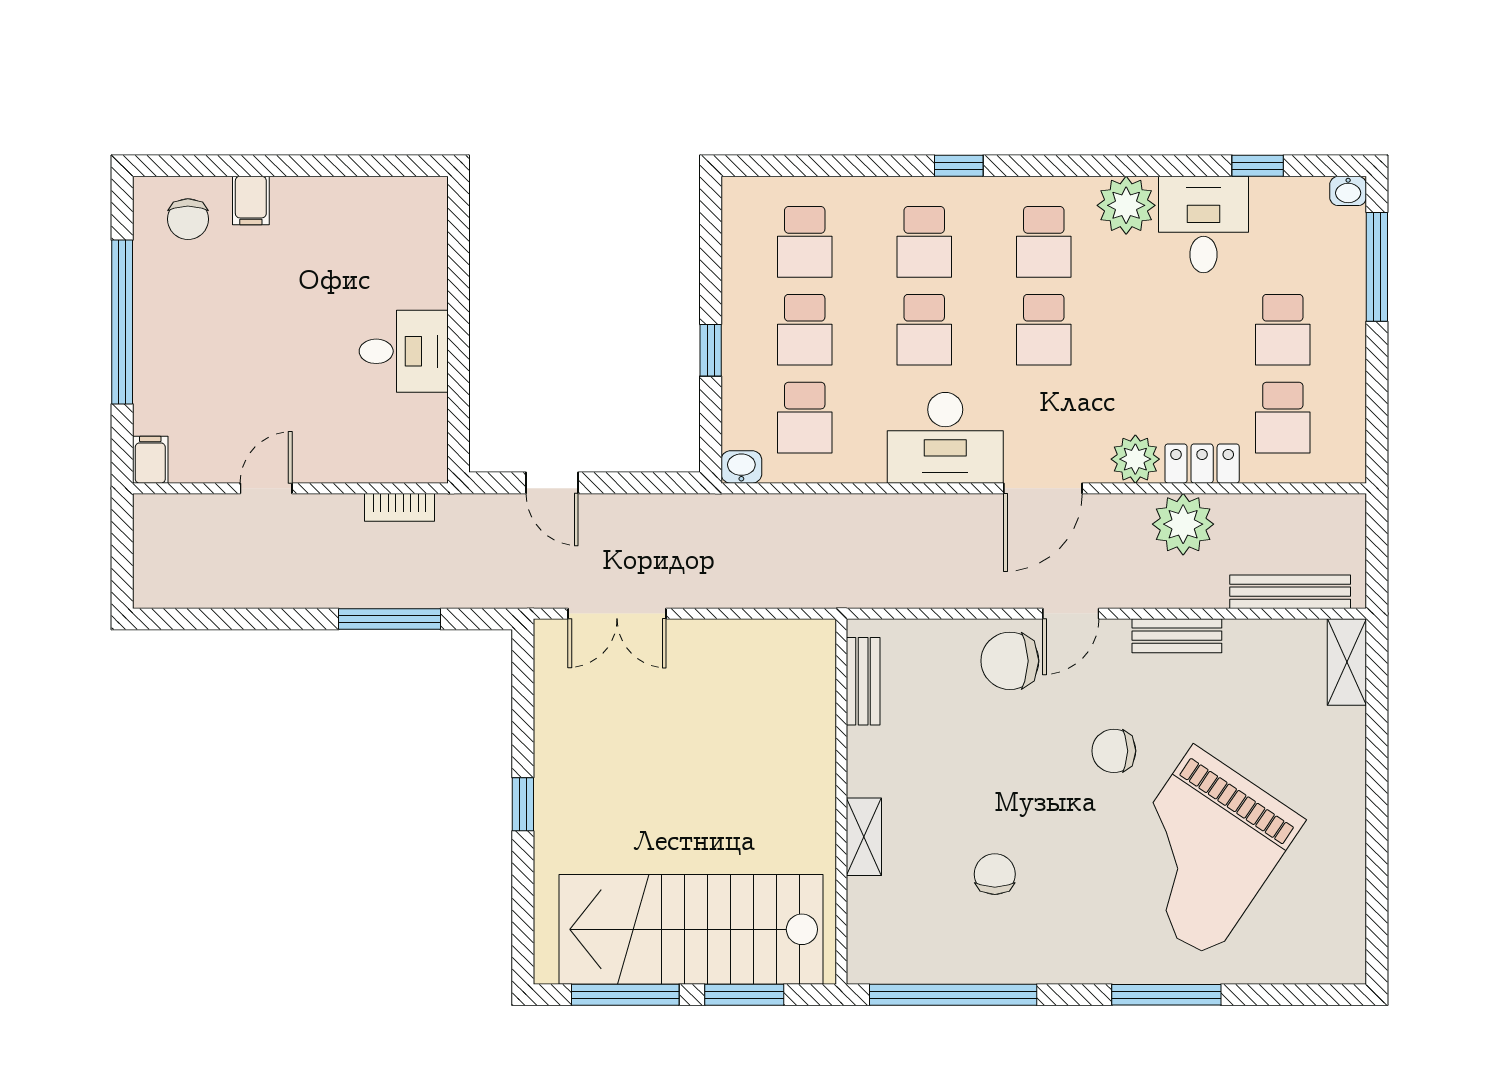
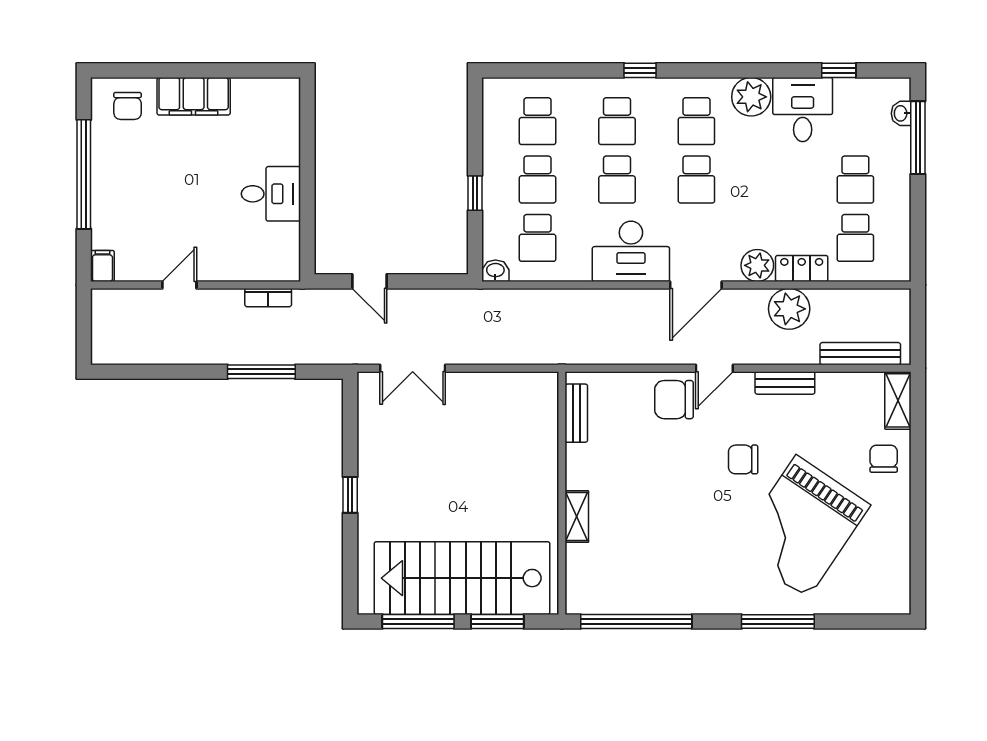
washbasin: (1348, 191) -> (901, 113), moved, turned 90
filing cabinet: (251, 200) -> (194, 96), width x3.00, depth x1.17
chair: (995, 874) -> (884, 459), moved

